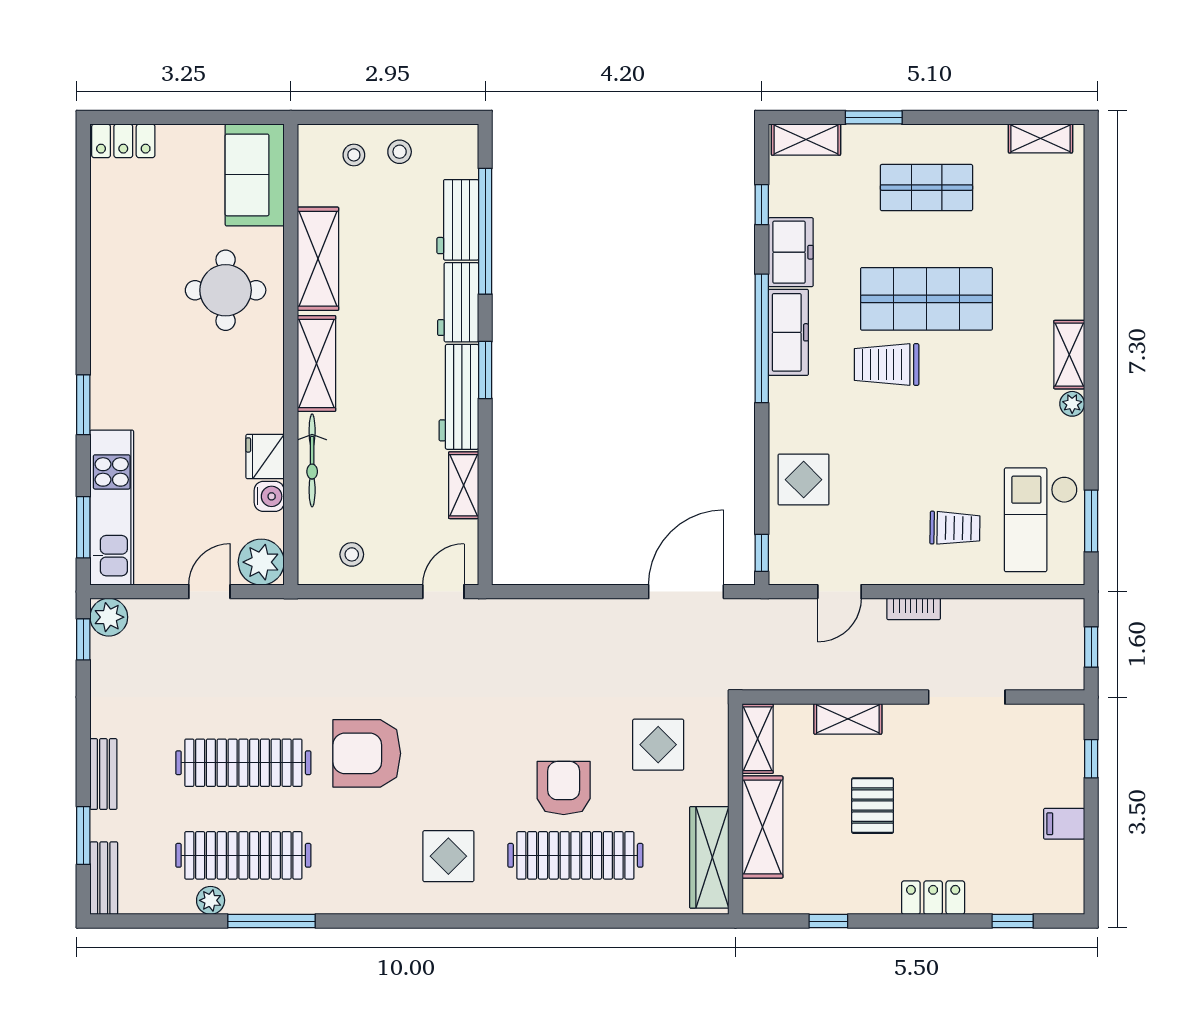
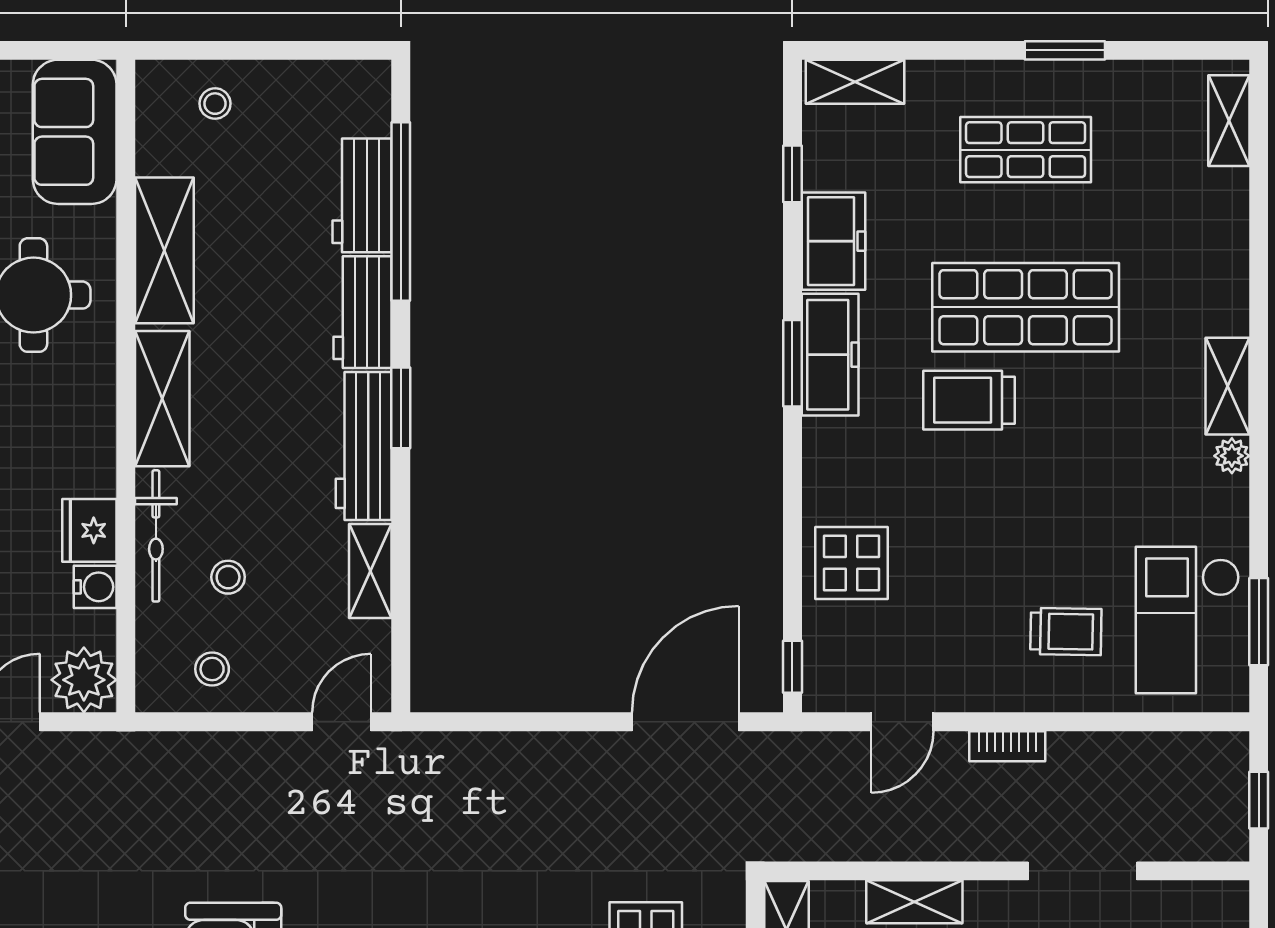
window: (874, 117) -> (1065, 50), moved
shelving: (1040, 138) -> (1229, 121), moved, turned 90
stool: (400, 152) -> (228, 577), moved
window: (762, 338) -> (792, 363), width x0.47

